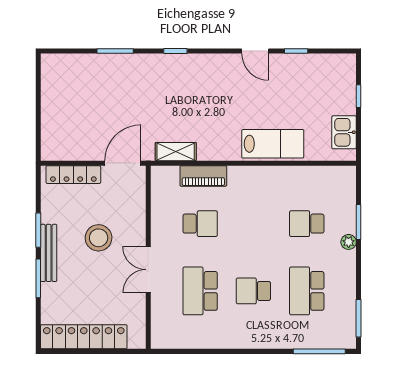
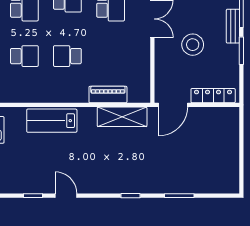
shelving: (176, 152) -> (122, 117), width x1.50, depth x1.33
school desk: (200, 224) -> (67, 56), moved
bench: (49, 253) -> (233, 26), width x0.73

